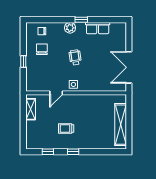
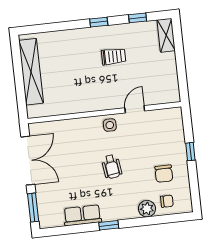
plant: (70, 28) -> (147, 209), moved
window: (129, 37) -> (33, 208), added
shelving: (31, 109) -> (166, 35), moved

